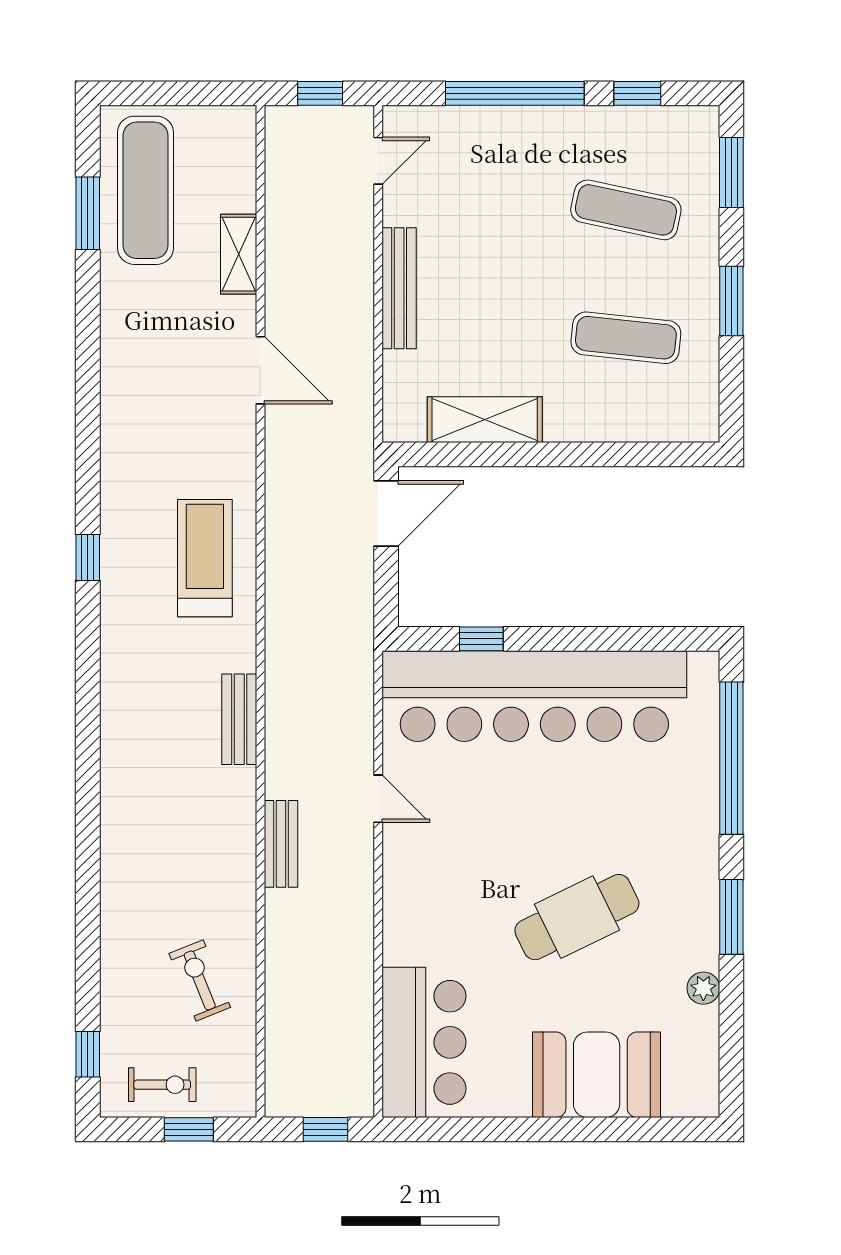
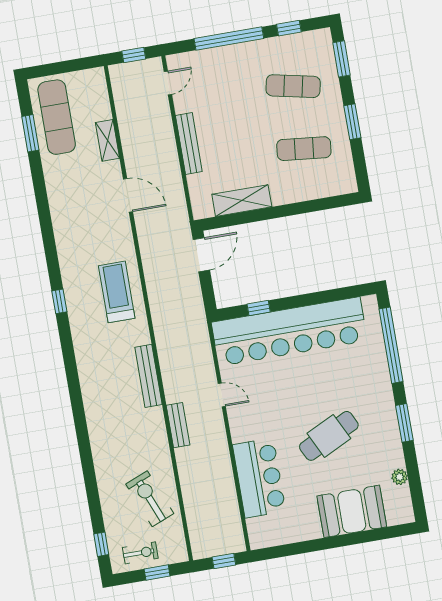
bench: (239, 719) -> (148, 376), width x1.36
exercise bike: (200, 980) -> (150, 499), width x1.38, depth x1.39
plant: (703, 988) -> (400, 477), moved
bar counter: (424, 1042) -> (259, 478), moved

